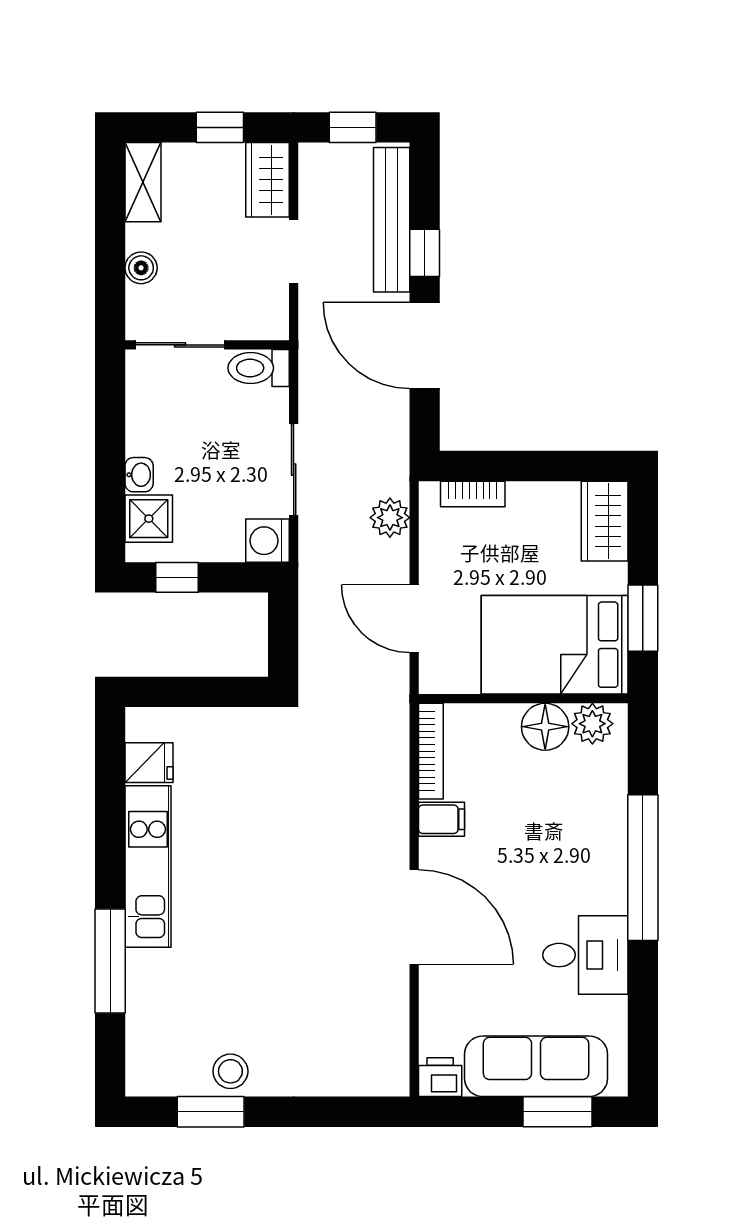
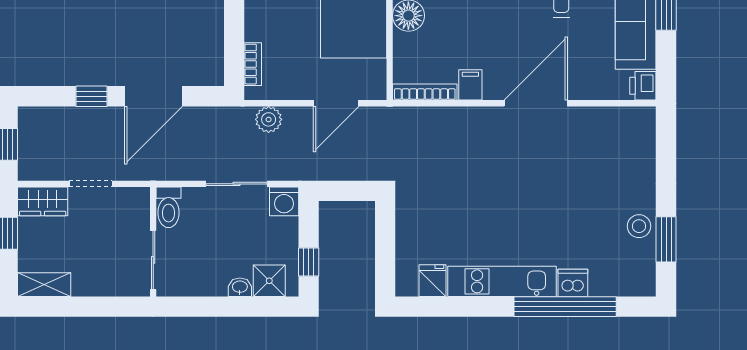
bench: (392, 220) -> (69, 118), removed
boiler: (141, 268) -> (102, 286), removed
window: (110, 961) -> (565, 307), width x1.46
dishwasher: (146, 972) -> (573, 283), added

